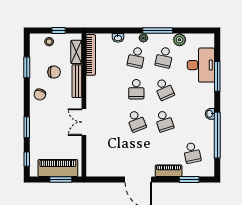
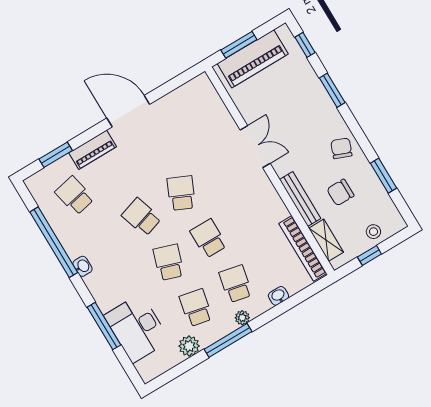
school desk: (164, 89) -> (169, 262), turned 42
school desk: (136, 121) -> (181, 193), turned 45

